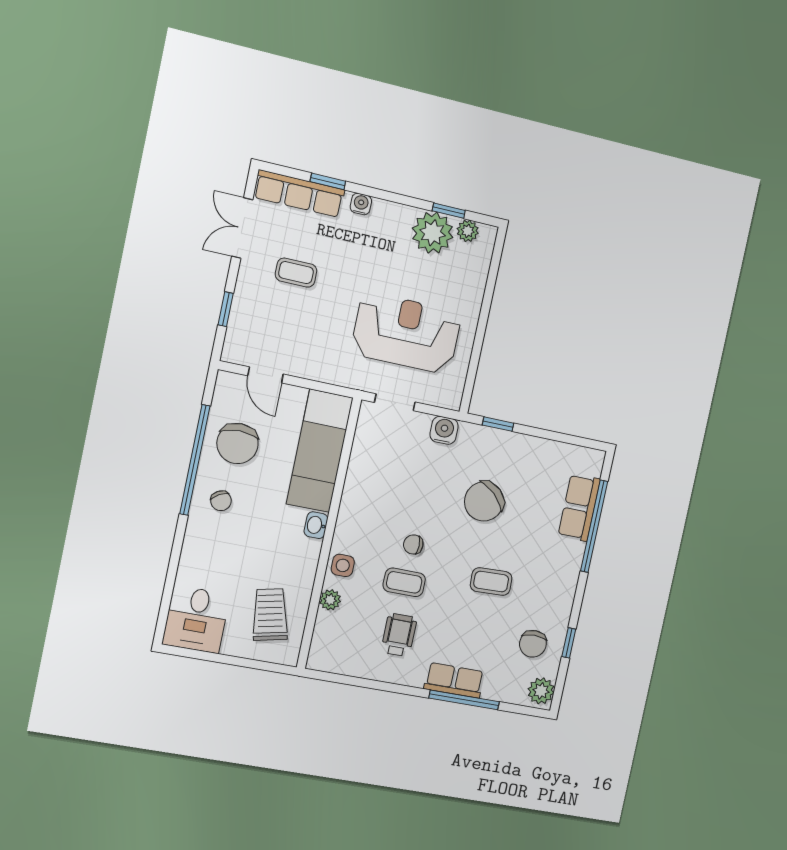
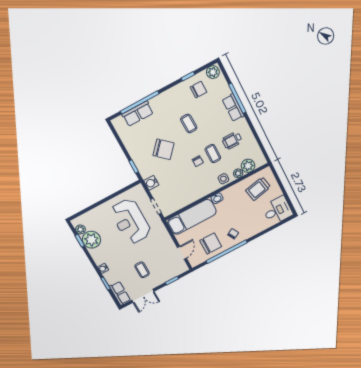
row of seats: (299, 194) -> (120, 293), width x0.68
plant: (329, 629) -> (248, 166), added

